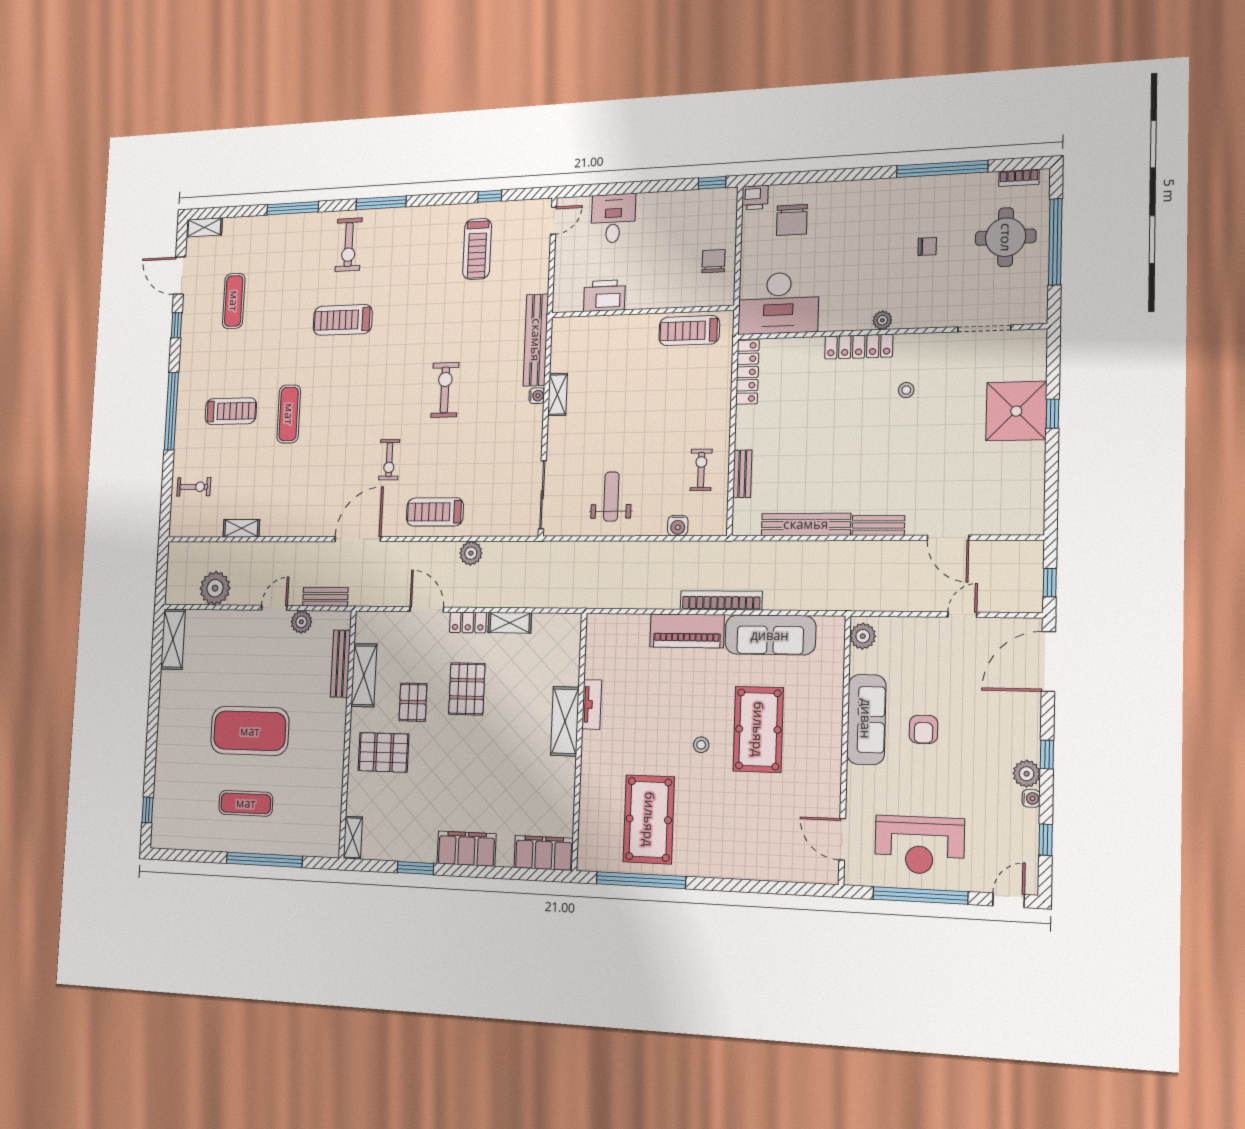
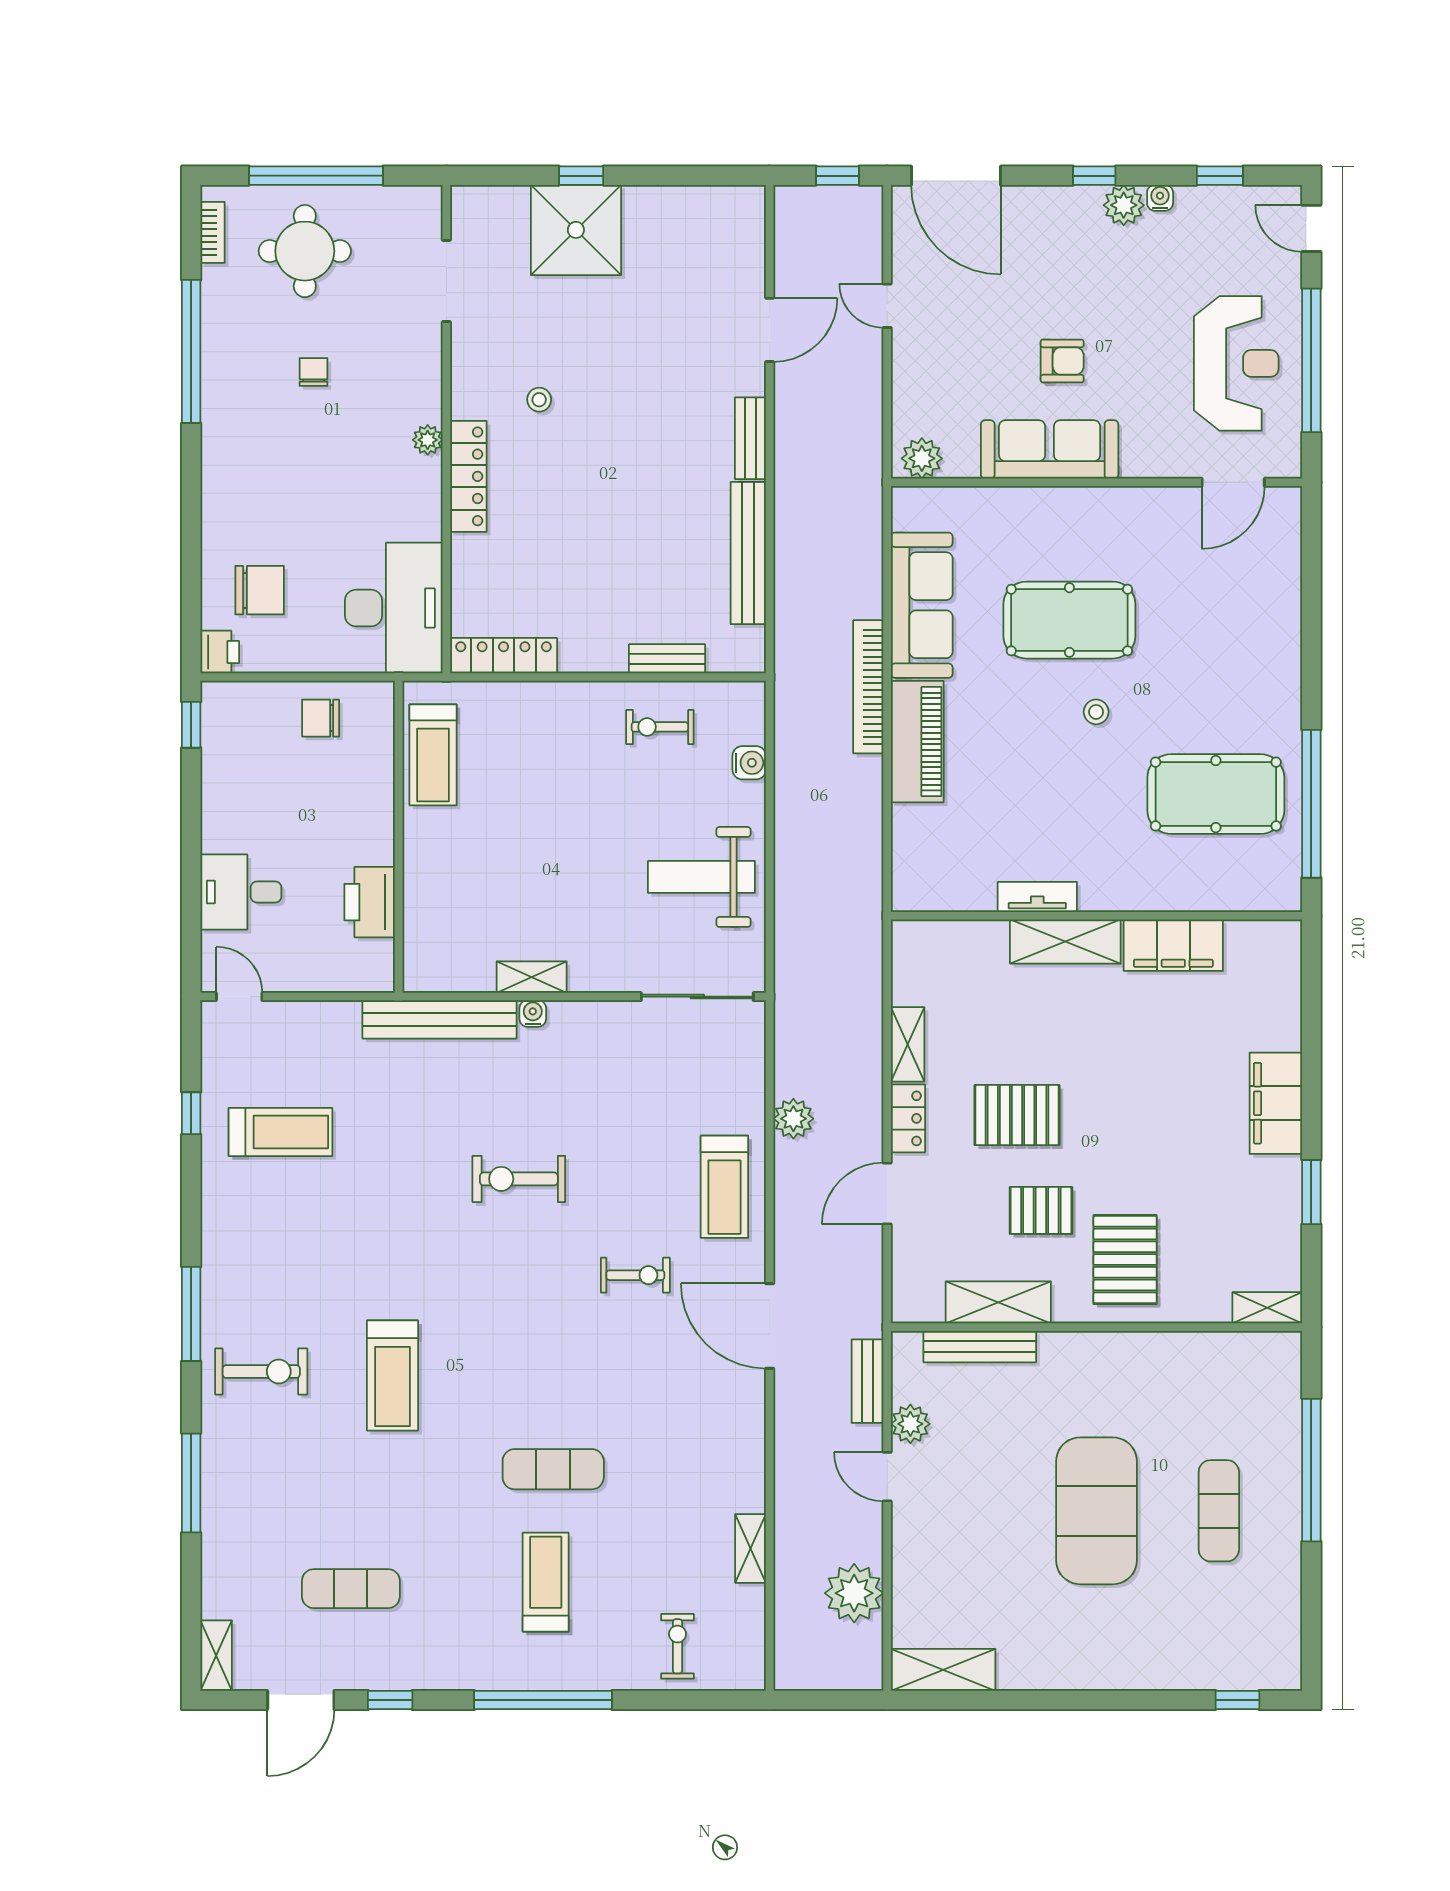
weight bench: (611, 497) -> (701, 877), width x1.36, depth x1.33
filing cabinet: (544, 853) -> (1173, 945), moved, turned -90

